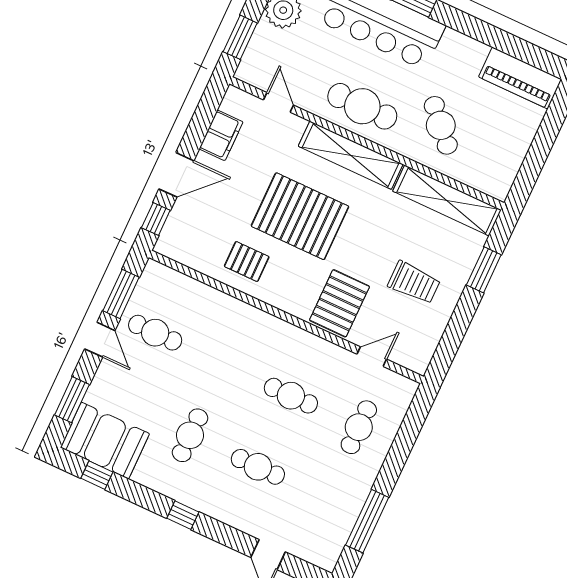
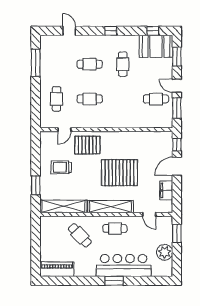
cafe table: (362, 106) -> (115, 228), width x0.73, depth x0.74
pallet: (247, 262) -> (132, 145), removed
pallet: (339, 303) -> (87, 145), turned 90

